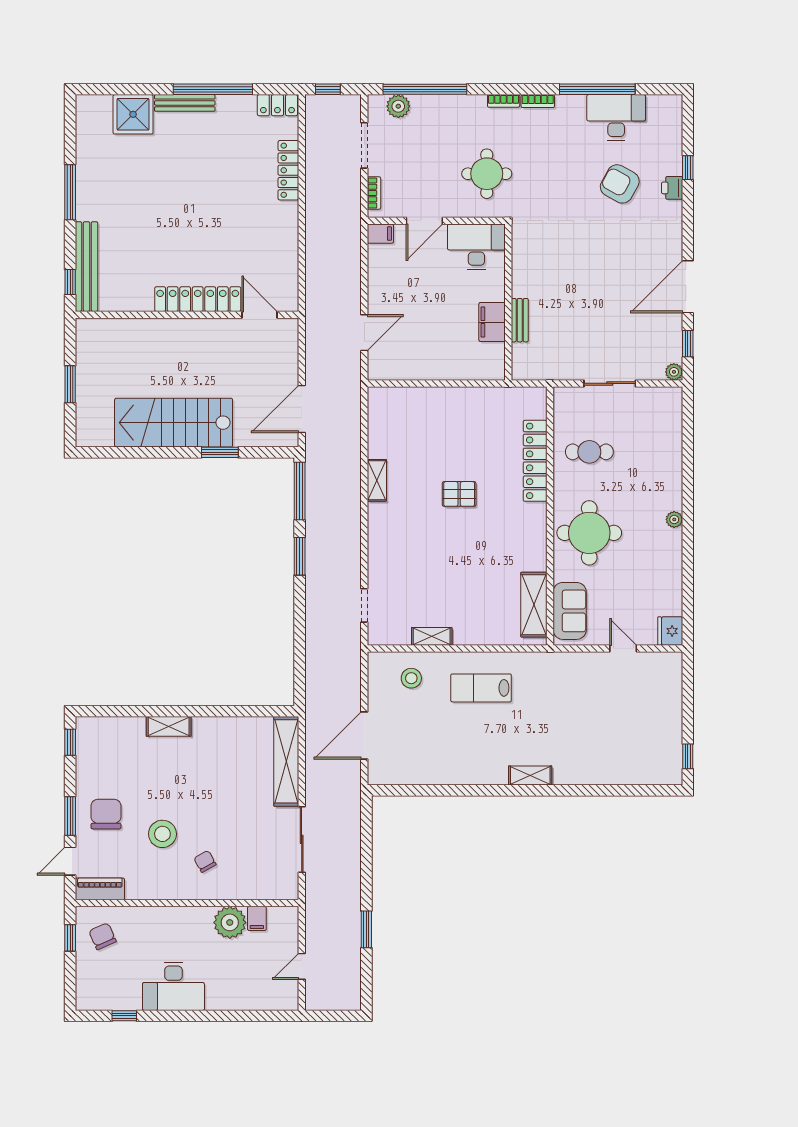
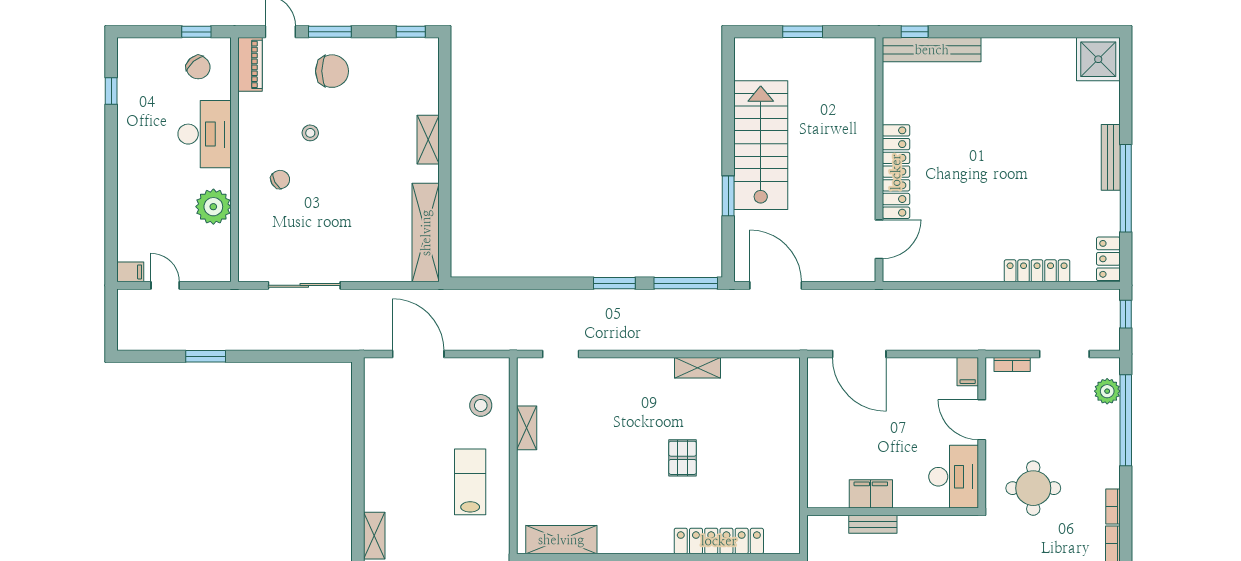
shower: (133, 114) -> (1098, 59), moved
window: (70, 192) -> (1013, 32), removed
door: (364, 333) -> (859, 354), width x1.36
shelving: (286, 761) -> (426, 233), moved, turned 90
stool: (162, 834) -> (310, 133), width x0.53, depth x0.53
filing cabinet: (257, 918) -> (130, 272), moved, turned 180
chair: (102, 936) -> (198, 67), turned 73
desk: (173, 986) -> (205, 134), moved, turned 180

